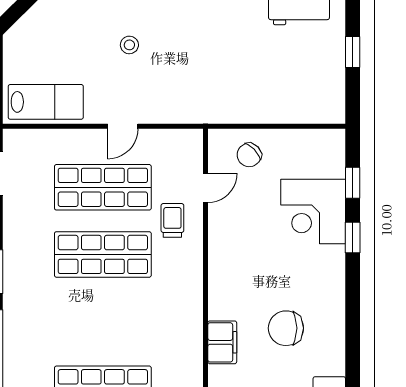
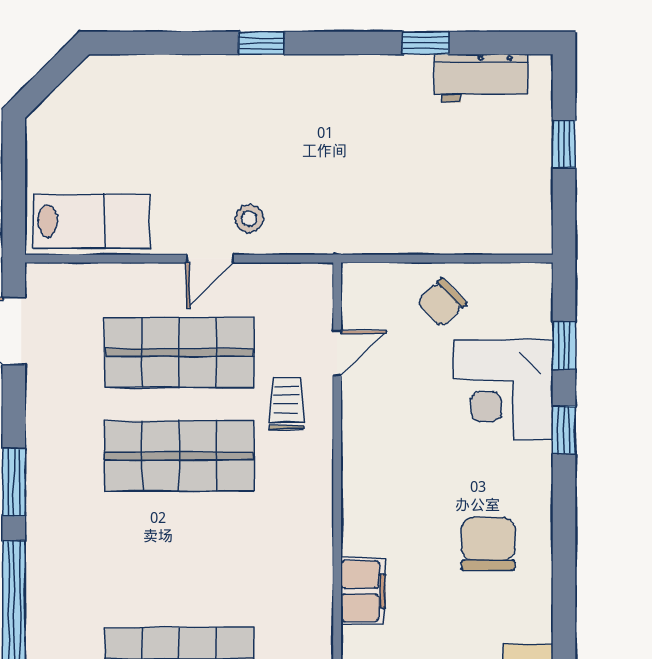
stool: (129, 45) -> (249, 219), moved
chair: (249, 155) -> (442, 303), moved
chair: (286, 328) -> (488, 544), moved, turned 90

